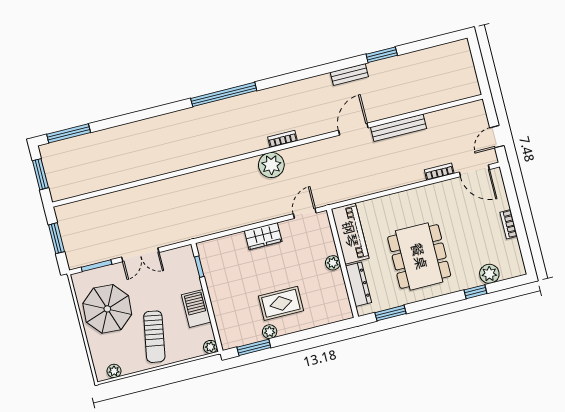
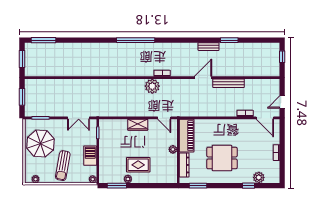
window: (478, 60) -> (282, 57), added
door: (305, 213) -> (164, 118), swing flipped
double door: (140, 255) -> (79, 118), moved
dining table: (419, 256) -> (222, 158), width x0.73

